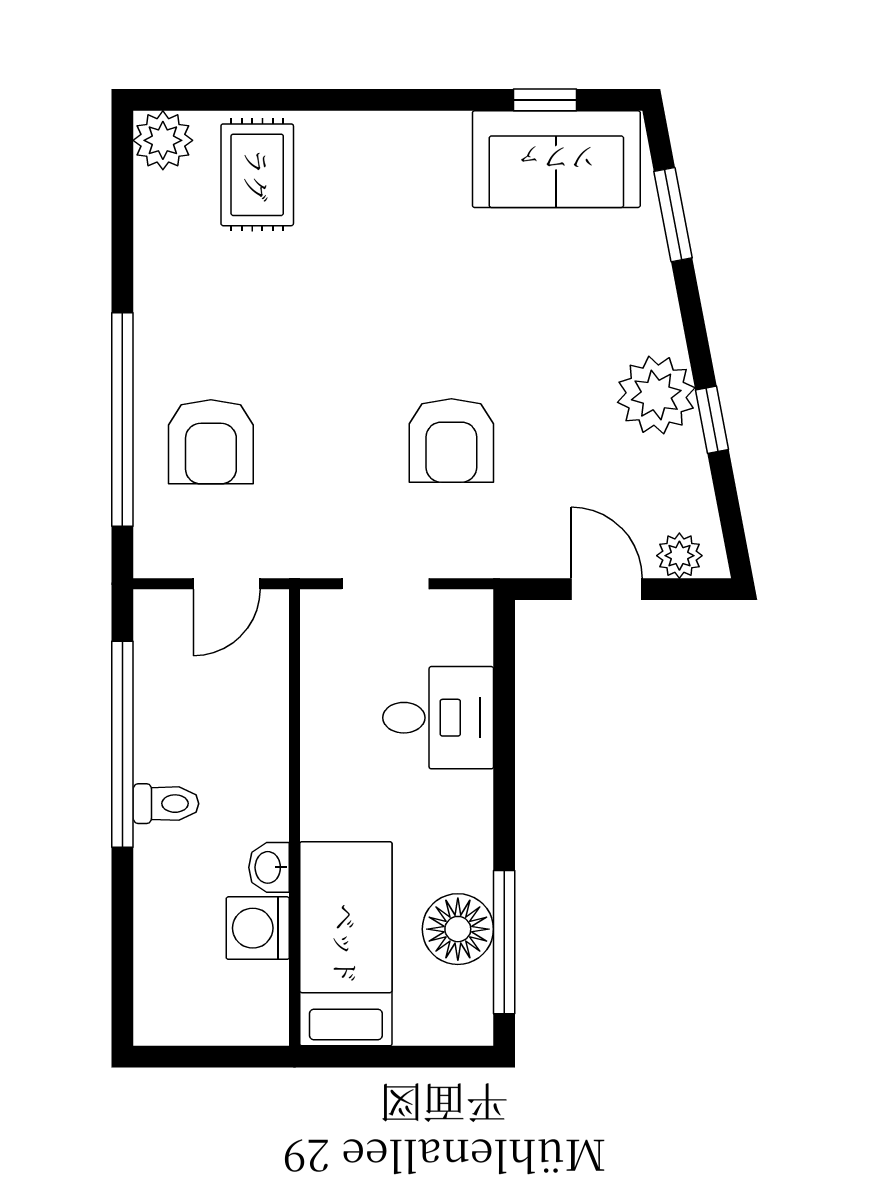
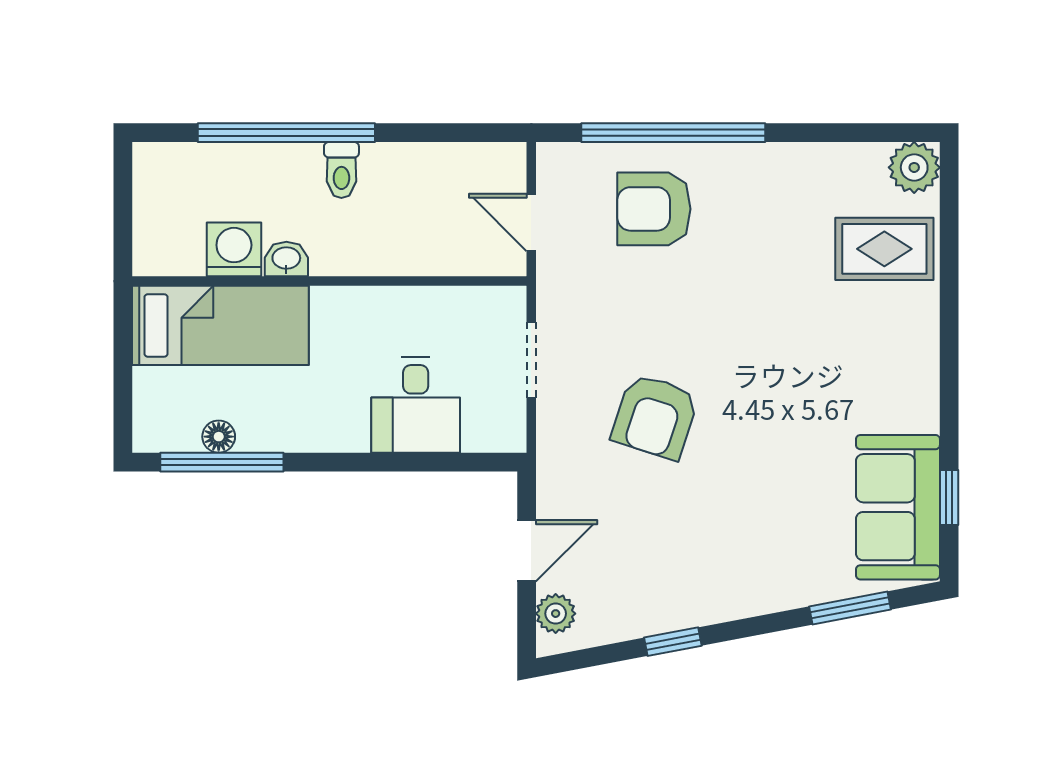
plant: (656, 395) -> (694, 593), removed
armchair: (451, 440) -> (655, 417), turned -72
window: (122, 744) -> (286, 133), moved
floor lamp: (458, 929) -> (219, 437), width x0.53, depth x0.53

